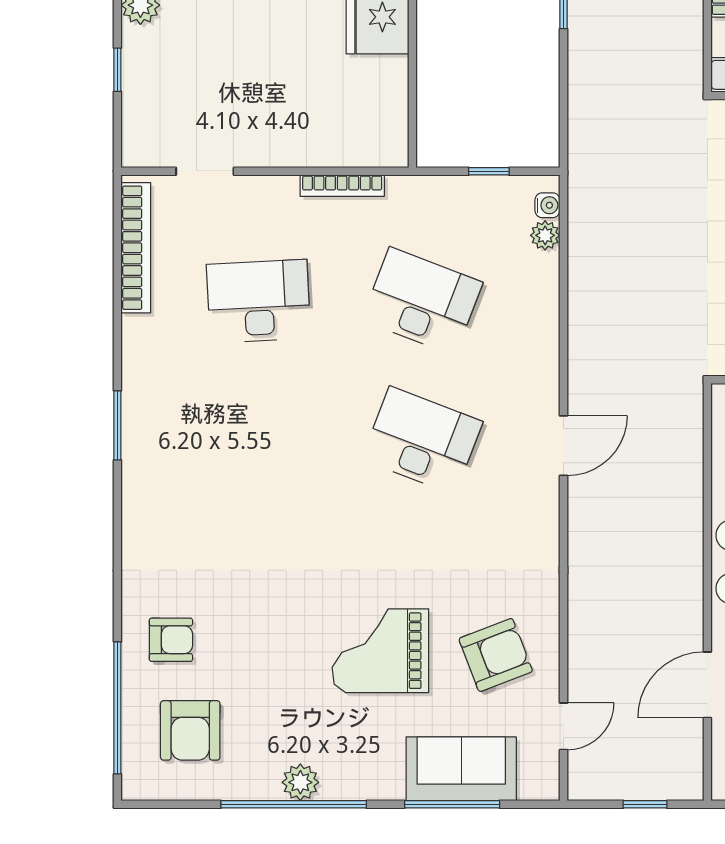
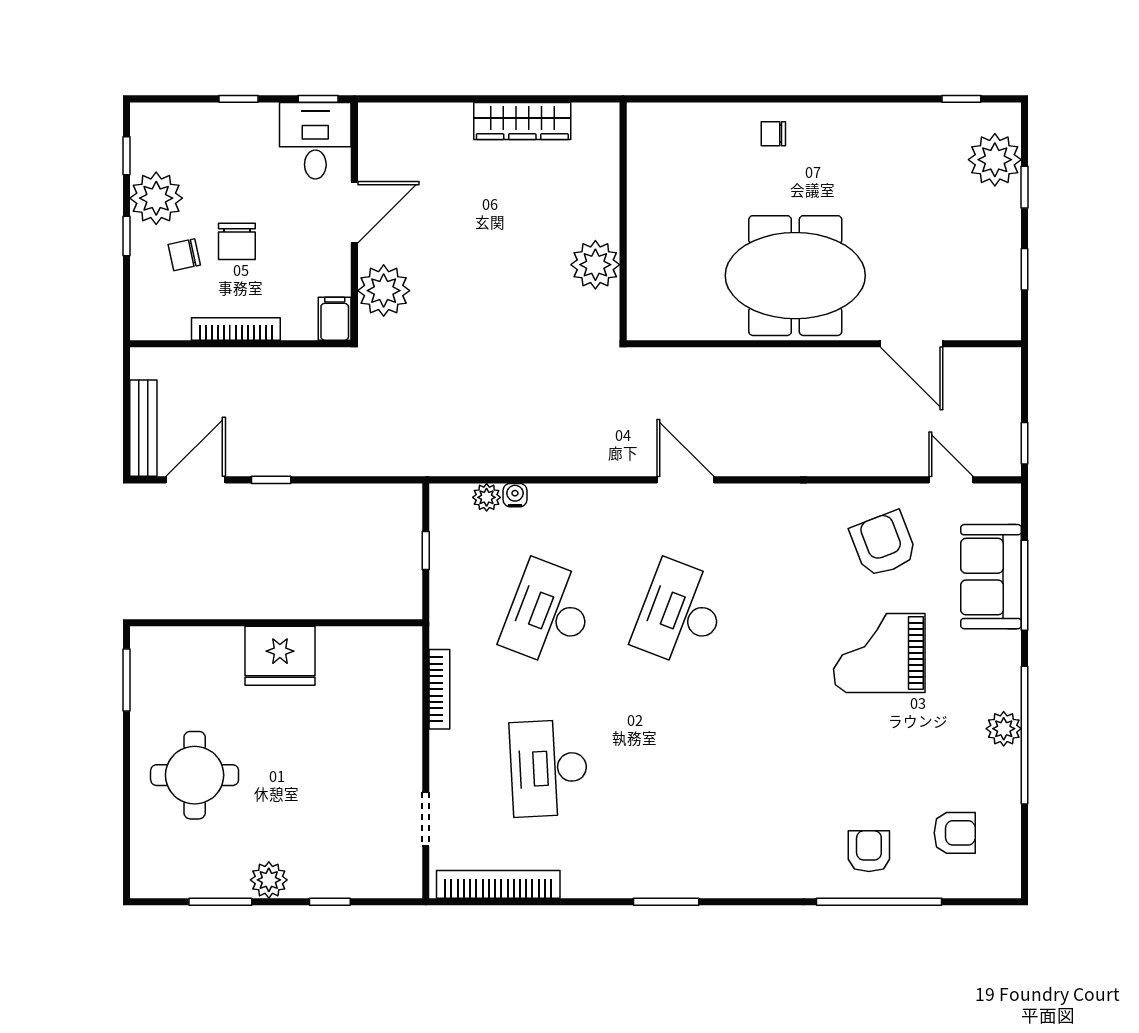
water cooler: (547, 205) -> (515, 495), moved
grand piano: (380, 651) -> (879, 653), turned 90
window: (117, 708) -> (879, 902), moved
armchair: (190, 730) -> (955, 833), width x0.72, depth x0.72
window: (645, 804) -> (1025, 443), moved

